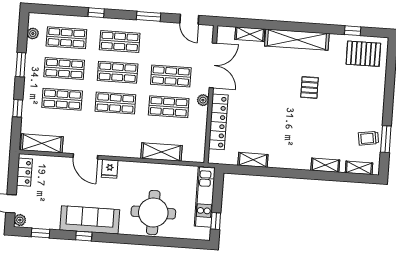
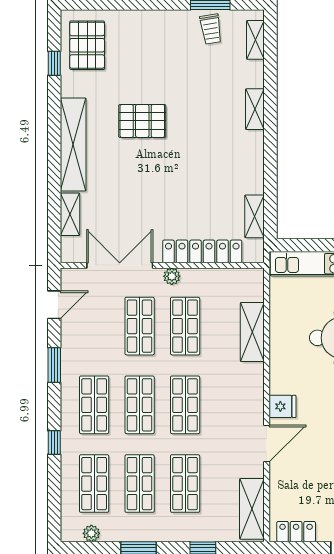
pallet: (309, 87) -> (142, 121), width x1.50, depth x1.42
shelving: (253, 160) -> (254, 216), moved
shelving: (325, 165) -> (255, 109), moved

